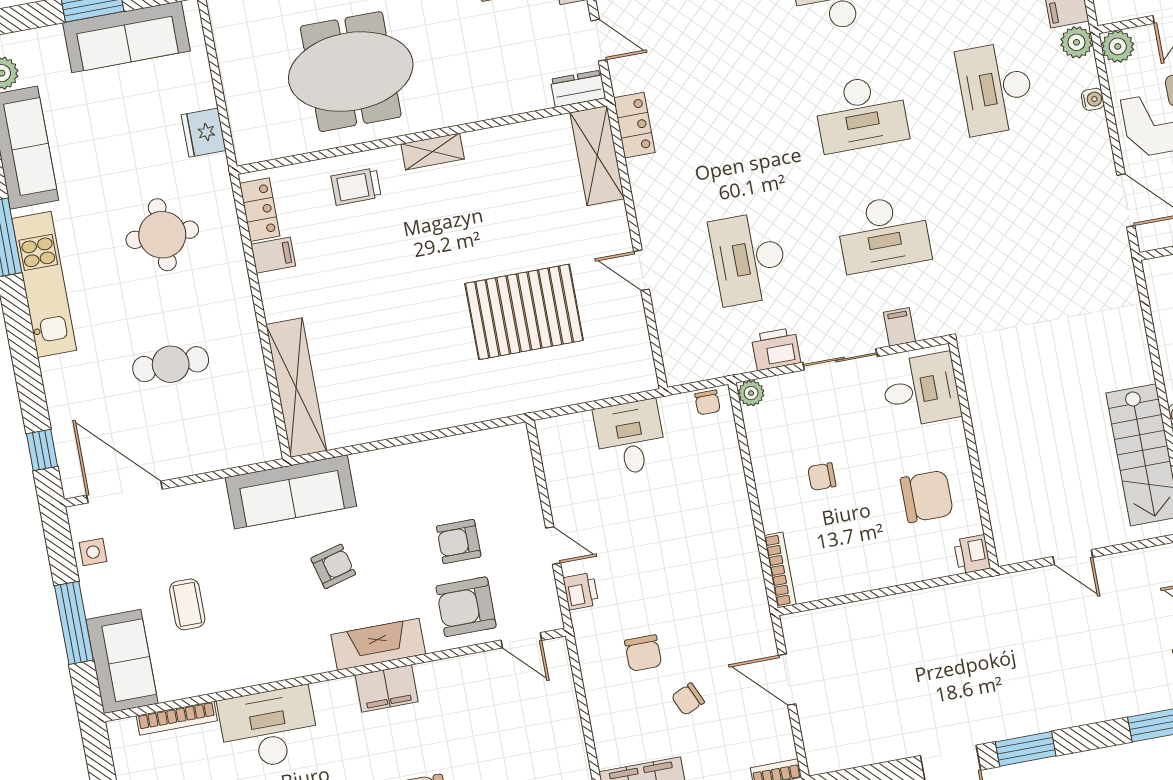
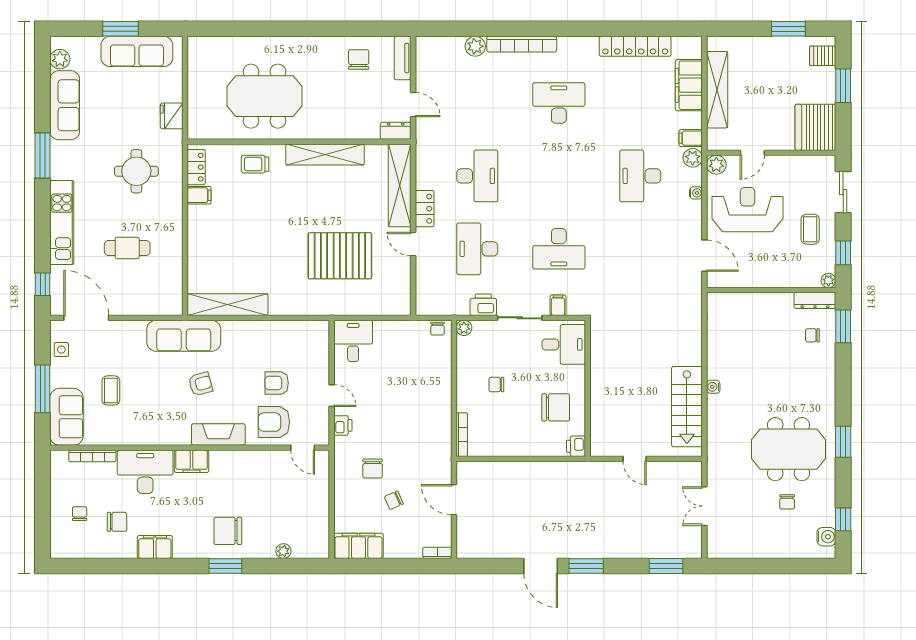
desk: (861, 113) -> (477, 176), moved, turned -90
locker: (634, 125) -> (425, 209), moved
shelving: (433, 151) -> (325, 154), width x2.20, depth x1.33
shelving: (597, 156) -> (400, 185), width x1.47
kitchen unit: (44, 284) -> (62, 222), moved
shelving: (296, 388) -> (228, 305), moved, turned 90
desk: (630, 438) -> (353, 341), moved
filing cabinet: (387, 688) -> (191, 461), moved

